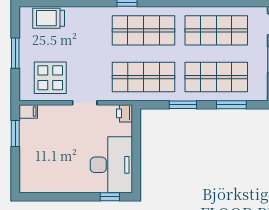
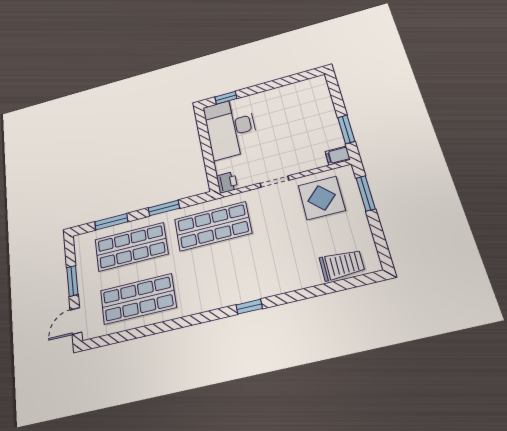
shop shelf: (144, 30) -> (223, 278), removed
window: (15, 53) -> (366, 193), moved

